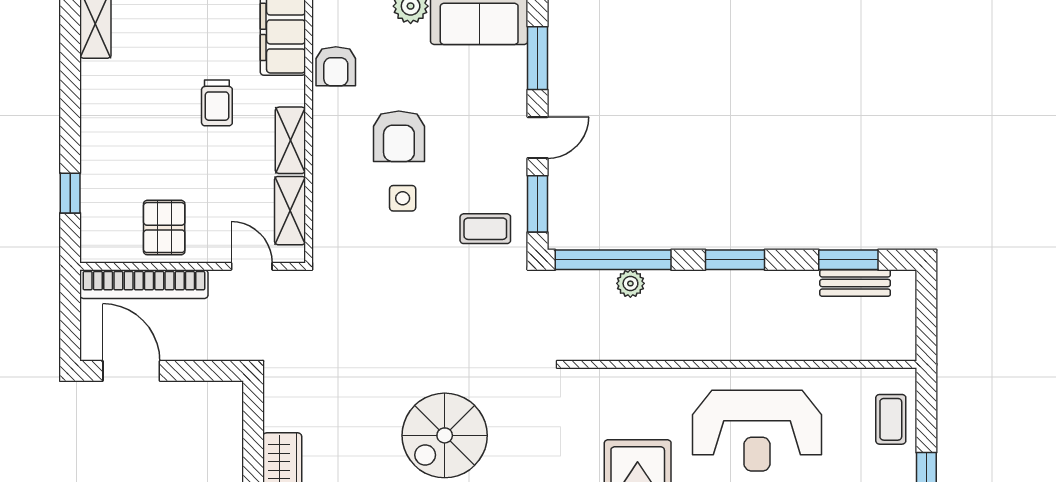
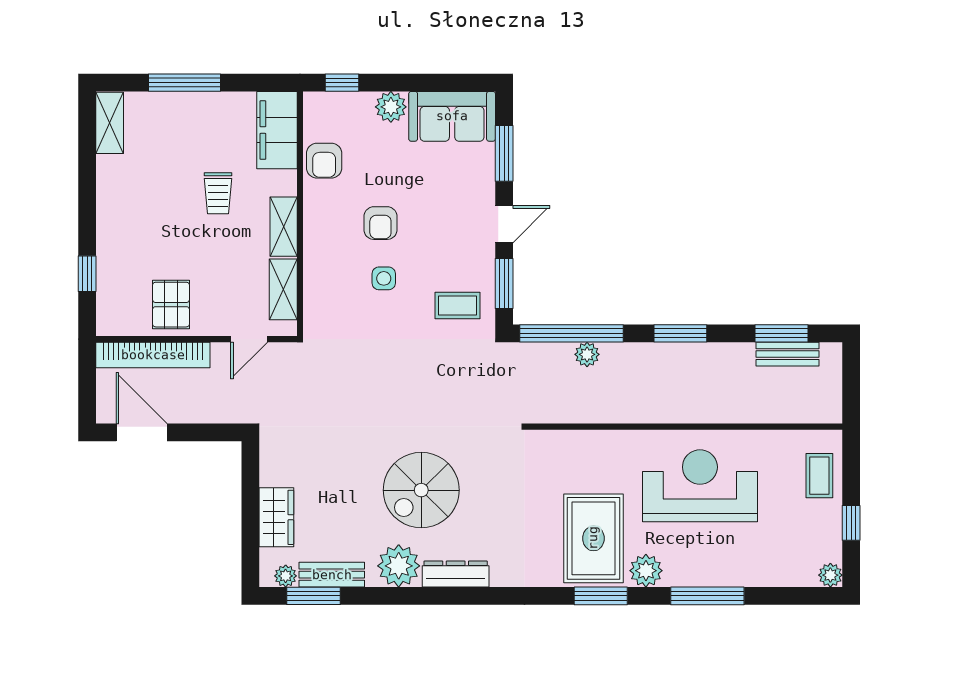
armchair: (399, 136) -> (380, 223), width x0.72, depth x0.72
door: (252, 266) -> (249, 339), swing flipped
reception desk: (757, 431) -> (700, 486), turned 180

